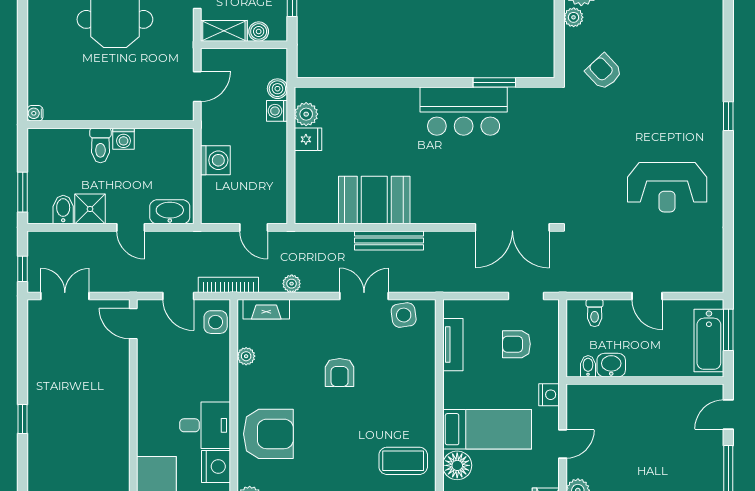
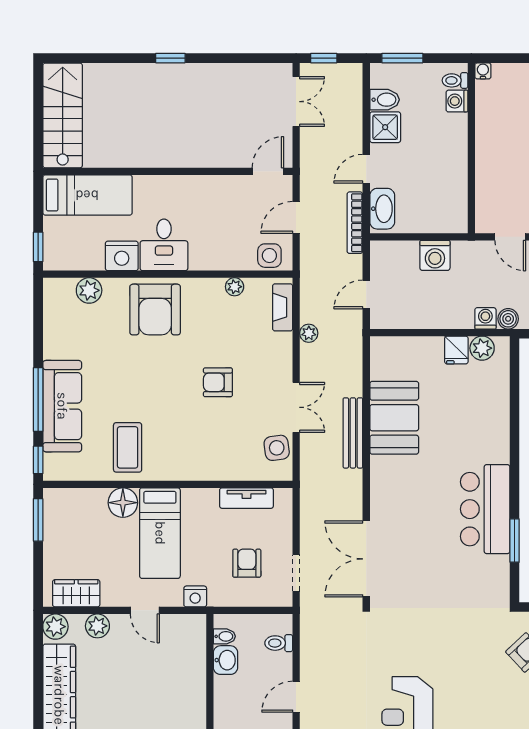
washing machine: (124, 139) -> (457, 101), moved
toilet: (100, 145) -> (455, 80), moved, width x0.73, depth x0.72
bookcase: (228, 285) -> (355, 223), moved, turned 180

